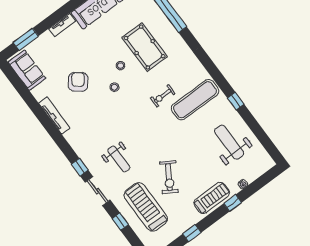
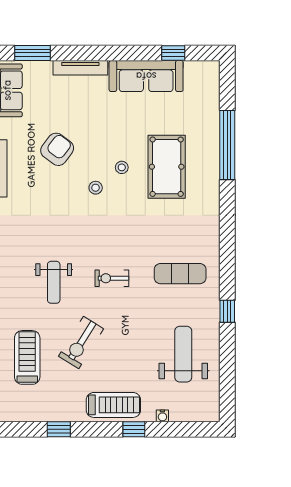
tv unit: (62, 25) -> (80, 68), width x1.41
exercise bike: (163, 96) -> (112, 278), moved
exercise mat: (195, 100) -> (180, 274), width x0.73, depth x0.69
weight bench: (119, 159) -> (54, 282), moved
treadmill: (146, 207) -> (27, 357), width x0.73, depth x0.73

